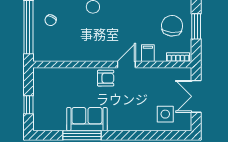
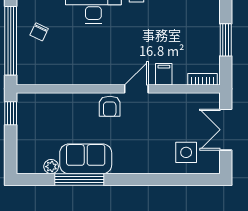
chair: (172, 26) -> (195, 39), removed
armchair: (106, 78) -> (110, 106), turned 90
window: (28, 105) -> (11, 113), moved
plant: (60, 125) -> (51, 167), added

